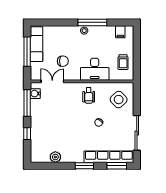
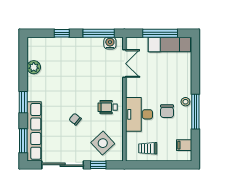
chair: (63, 61) -> (167, 111), moved
window: (137, 103) -> (98, 165), added

